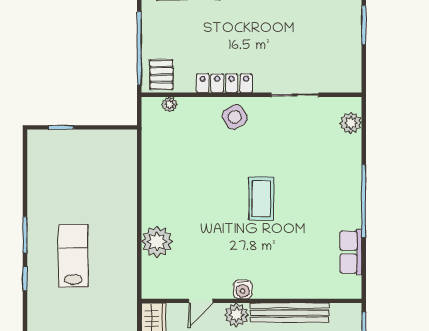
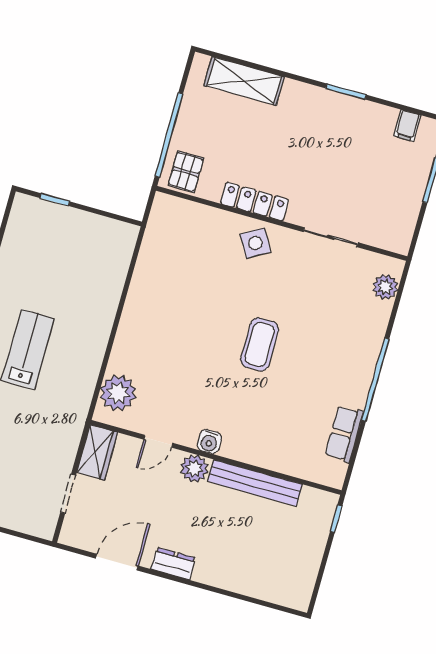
plant: (169, 104) -> (185, 208), removed
plant: (157, 242) -> (118, 393), moved

